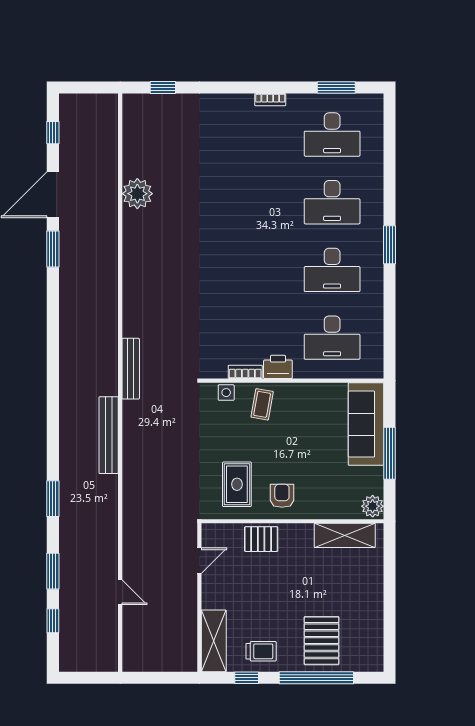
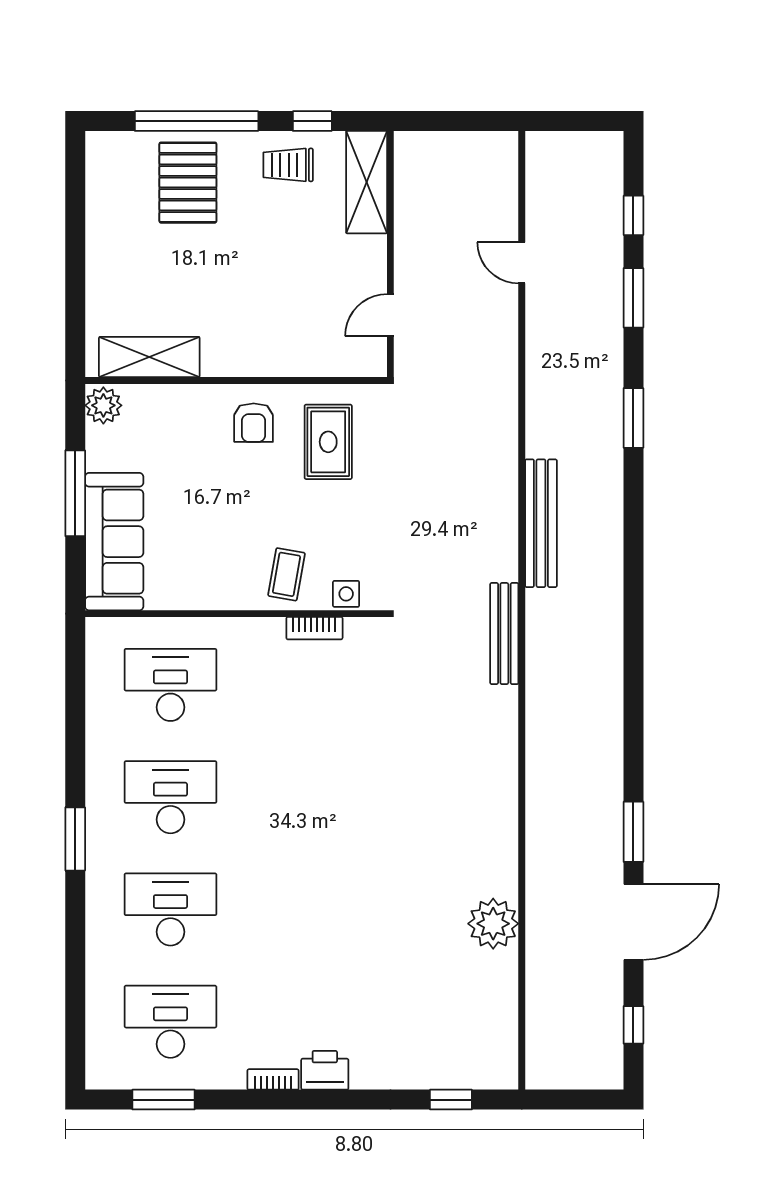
printer: (278, 367) -> (325, 1070), moved, turned 180
pallet: (261, 539) -> (288, 351), removed

